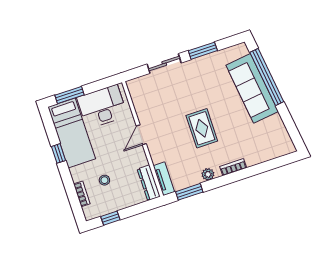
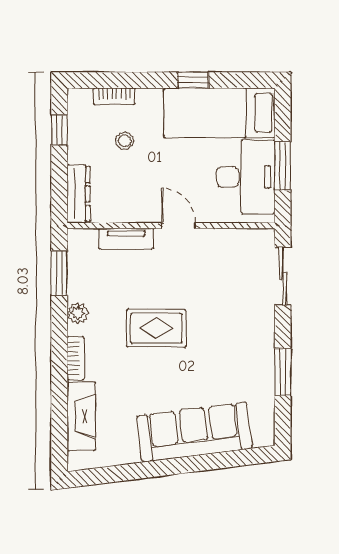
sliding door: (164, 64) -> (283, 276), moved
window: (267, 77) -> (205, 462), removed
window: (70, 95) -> (283, 166), moved
fireplace: (264, 153) -> (81, 417), added
tv unit: (164, 179) -> (126, 239), moved
dresser: (149, 183) -> (78, 194), moved, turned 90

